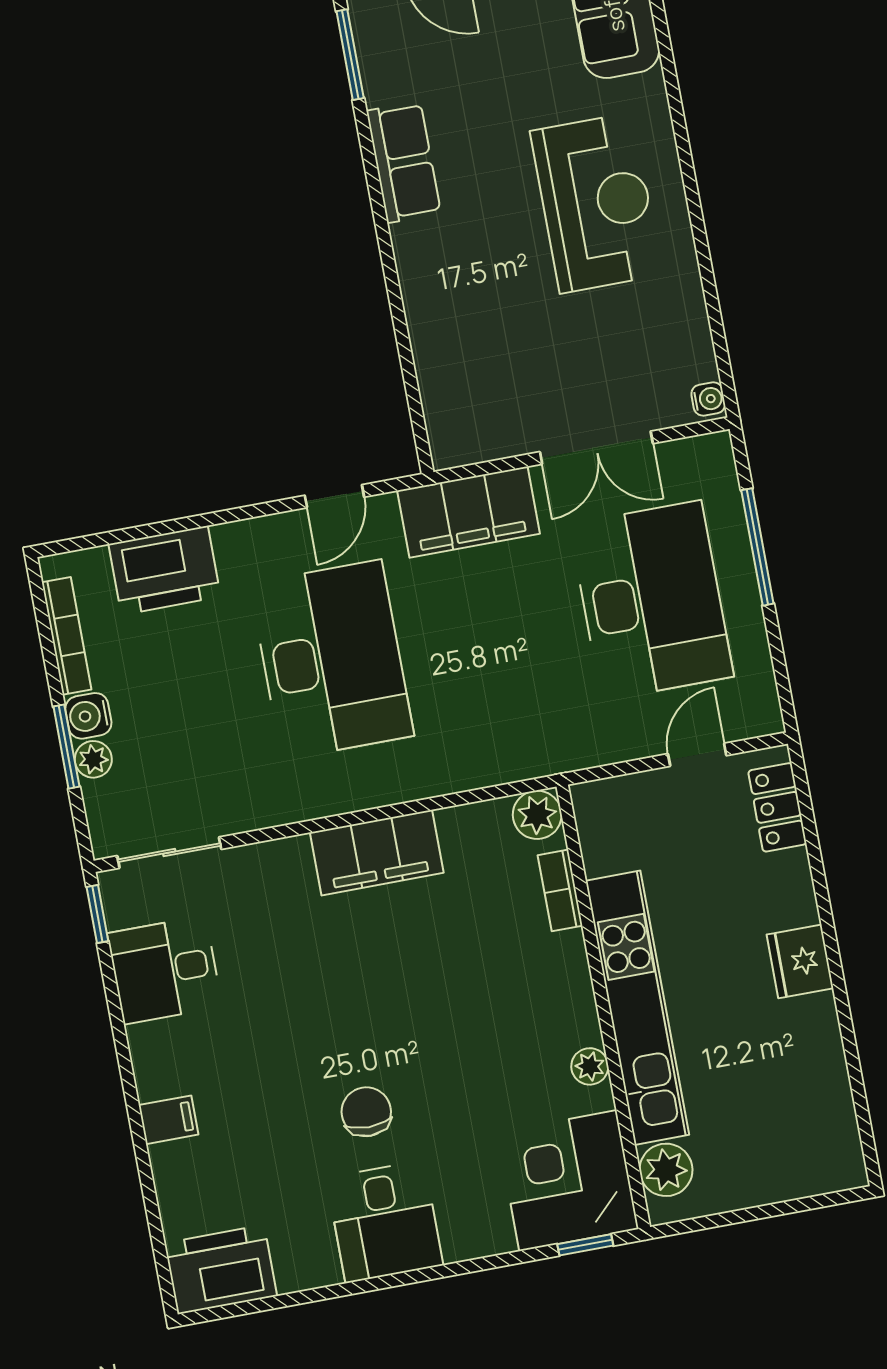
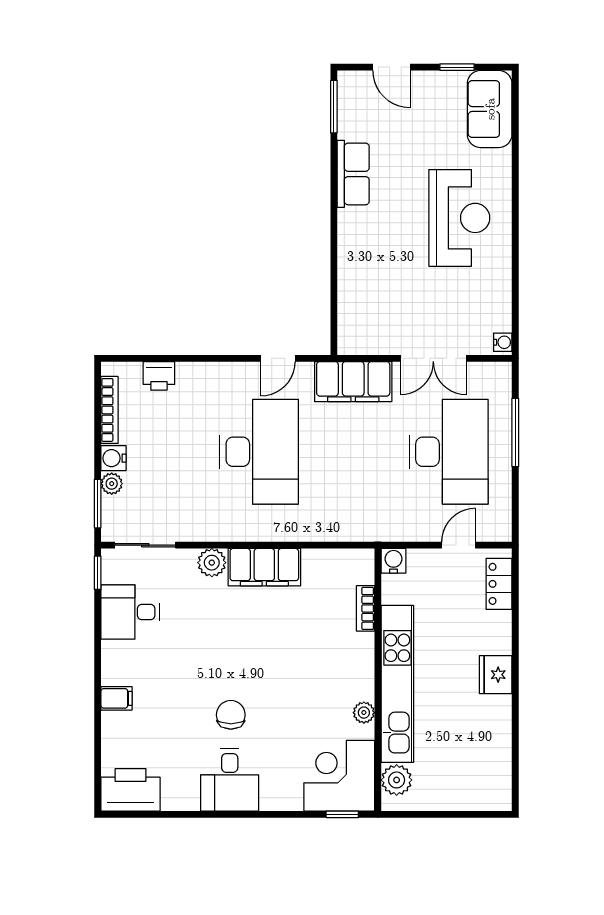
printer: (165, 570) -> (159, 376), width x0.53, depth x0.68
window: (66, 747) -> (98, 504), moved
water cooler: (592, 801) -> (394, 561), added
plant: (537, 815) -> (212, 563), moved

